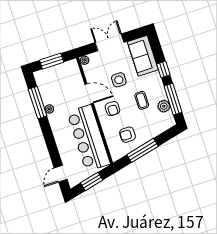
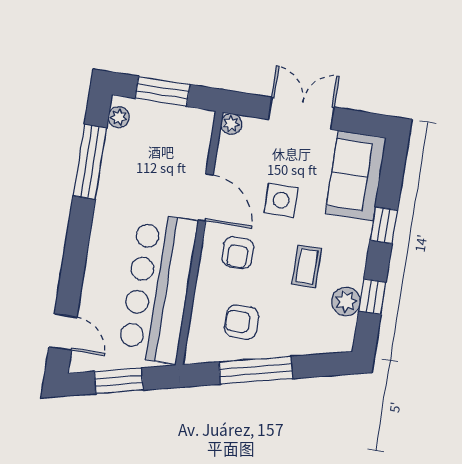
window: (173, 99) -> (372, 297), width x0.46
plant: (49, 109) -> (119, 117), moved
door: (61, 174) -> (63, 332), swing flipped

